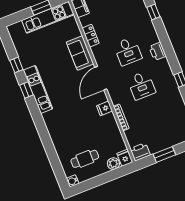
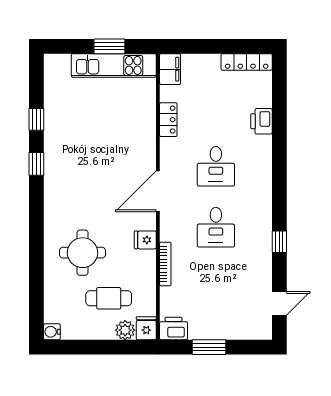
window: (153, 12) -> (279, 122), removed
printer: (157, 51) -> (261, 121), moved
sofa: (80, 53) -> (141, 140), removed
kitchen unit: (38, 89) -> (55, 170), removed
round table: (72, 130) -> (83, 253), added
cafe table: (85, 159) -> (109, 298), moved

